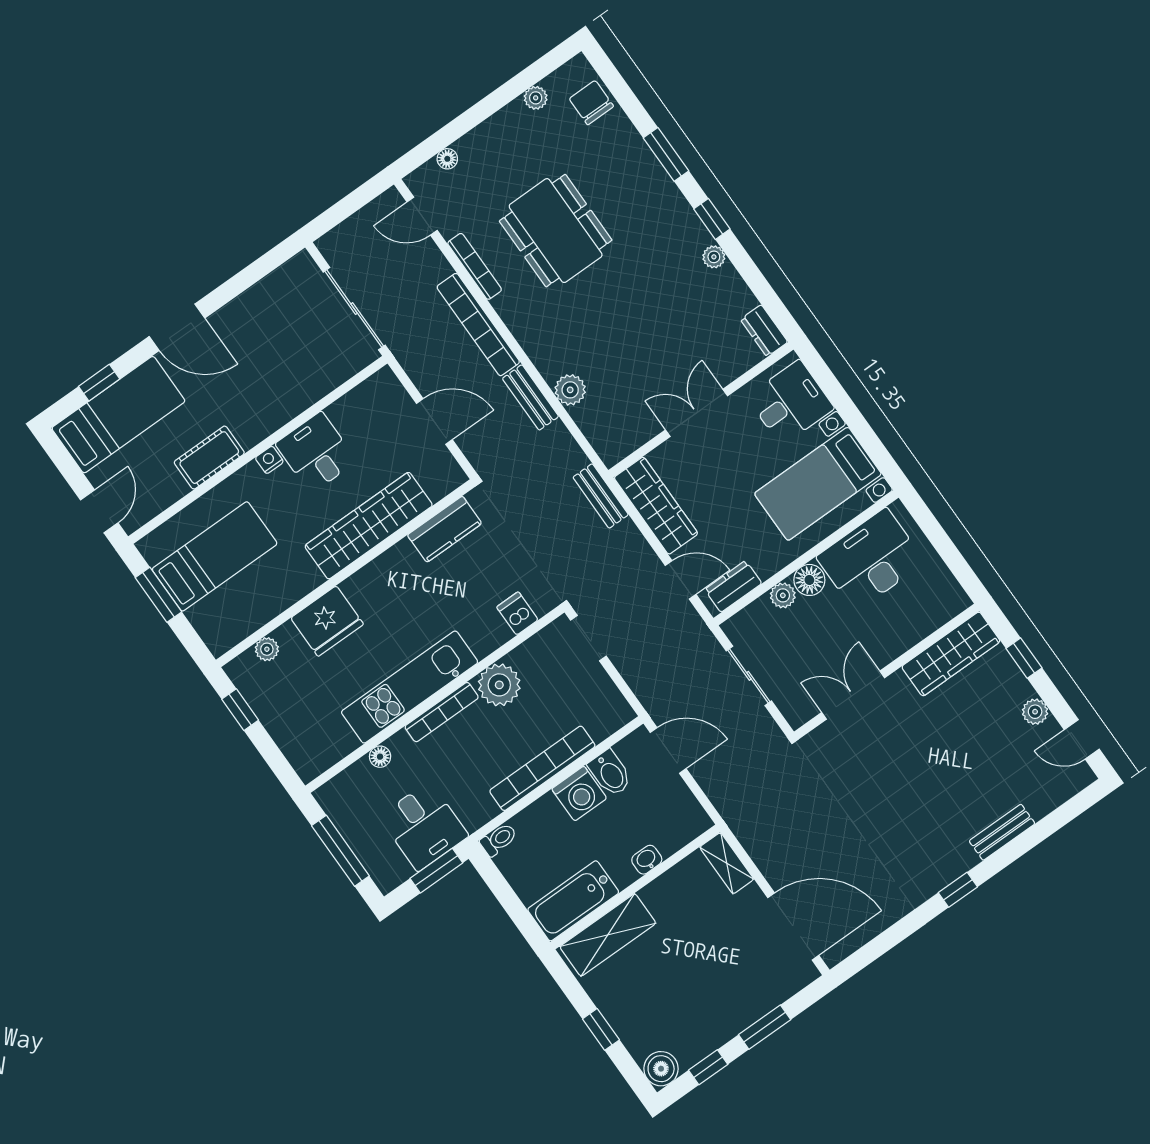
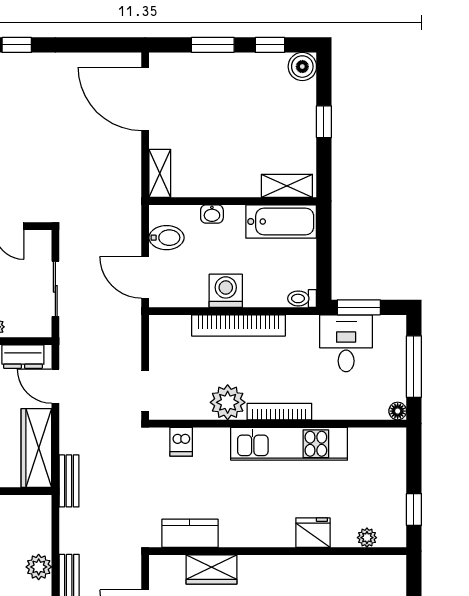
wardrobe: (369, 526) -> (212, 569), width x0.48, depth x0.85
fridge: (327, 621) -> (313, 533), width x0.73, depth x0.75
floor lamp: (380, 757) -> (398, 411), moved
bidet: (610, 773) -> (167, 238), moved, turned 90
shelving: (608, 935) -> (287, 186), width x0.67, depth x0.75

